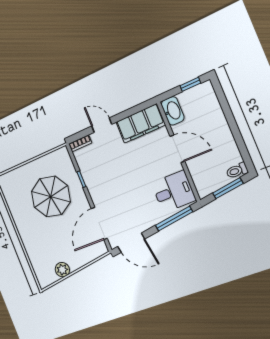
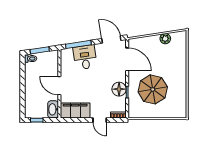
floor lamp: (93, 179) -> (119, 89), added
desk: (174, 192) -> (85, 57), moved, turned 81
door: (99, 223) -> (127, 59), hinge flipped

